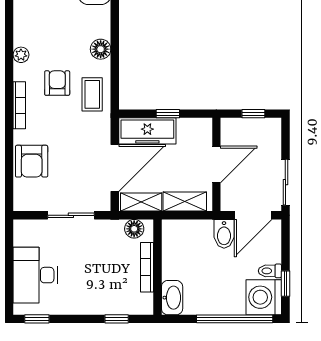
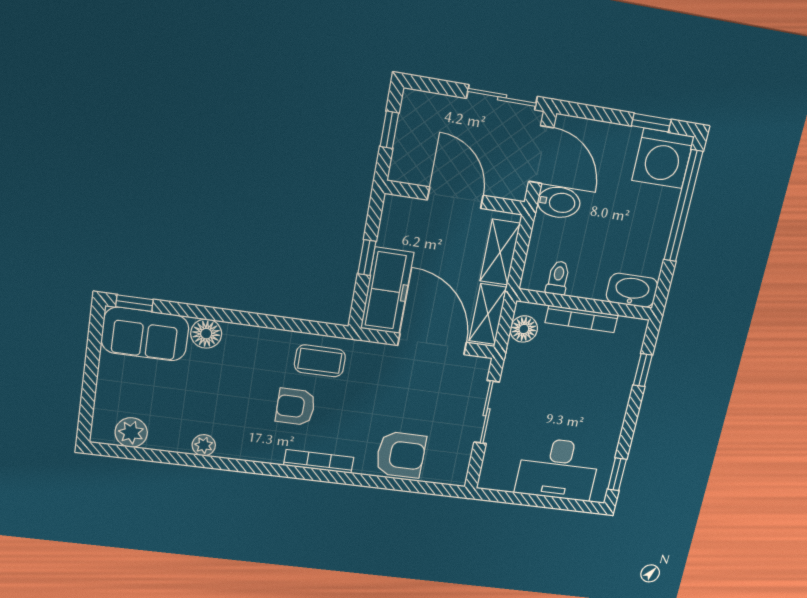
floor lamp: (101, 49) -> (206, 334), moved
plant: (21, 55) -> (204, 445), moved
toilet: (270, 271) -> (558, 278), moved, turned 180

